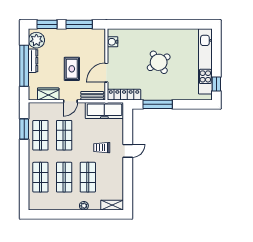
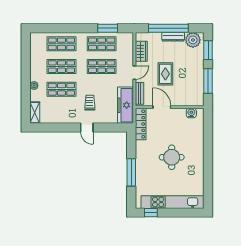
round table: (159, 62) -> (172, 157), turned 33
rug: (72, 69) -> (165, 74), turned 90
door: (70, 101) -> (134, 73), swing flipped
window: (158, 104) -> (131, 172), moved

